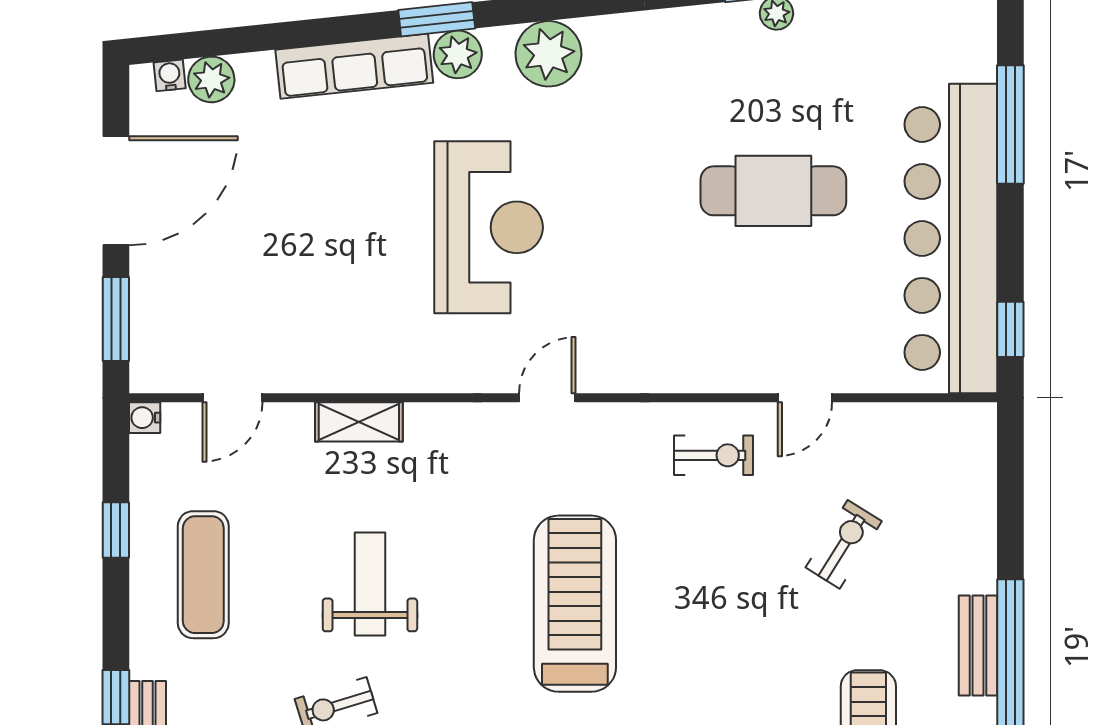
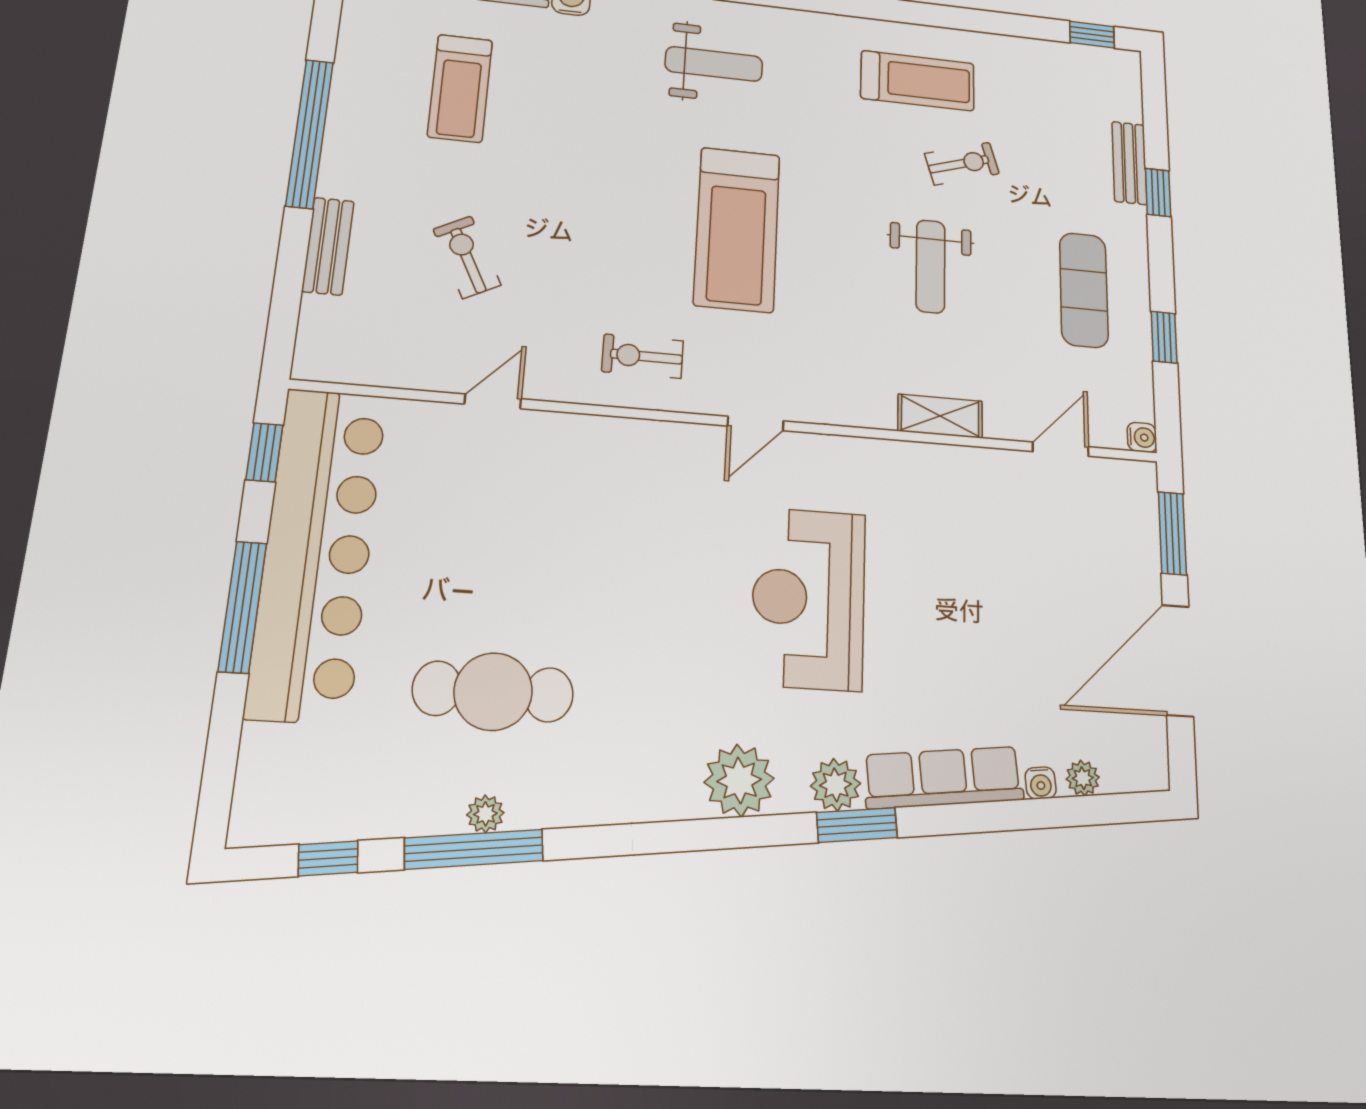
water cooler: (170, 75) -> (1041, 783), moved
plant: (211, 79) -> (1083, 778), width x0.73, depth x0.73
window: (1010, 125) -> (243, 607), moved
cafe table: (773, 191) -> (493, 692), moved
exercise bike: (714, 455) -> (643, 356), moved
exercise bike: (844, 544) -> (467, 257), turned 121
bench: (978, 645) -> (328, 246), moved

